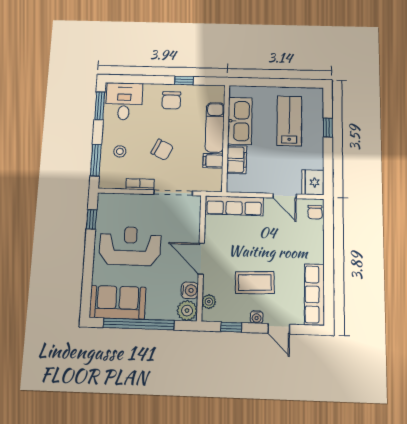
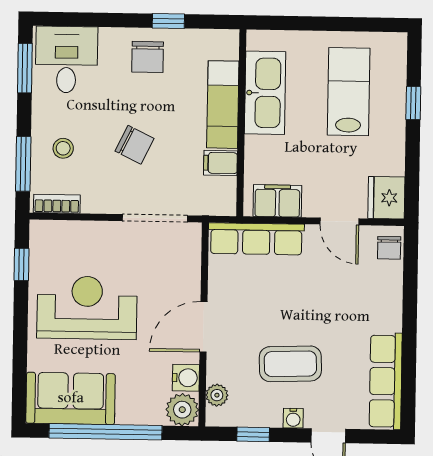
filing cabinet: (237, 160) -> (277, 201), moved, turned -90
bookcase: (140, 184) -> (57, 204), moved
door: (201, 259) -> (203, 327), hinge flipped

